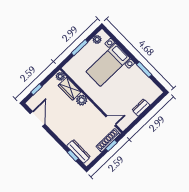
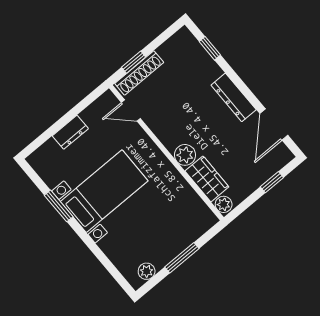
bed with nightstands: (108, 65) -> (104, 191), moved
dresser: (79, 151) -> (234, 97), moved

